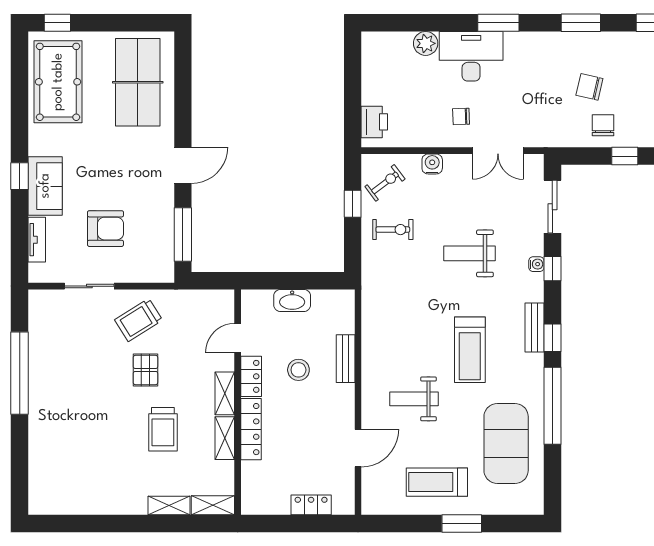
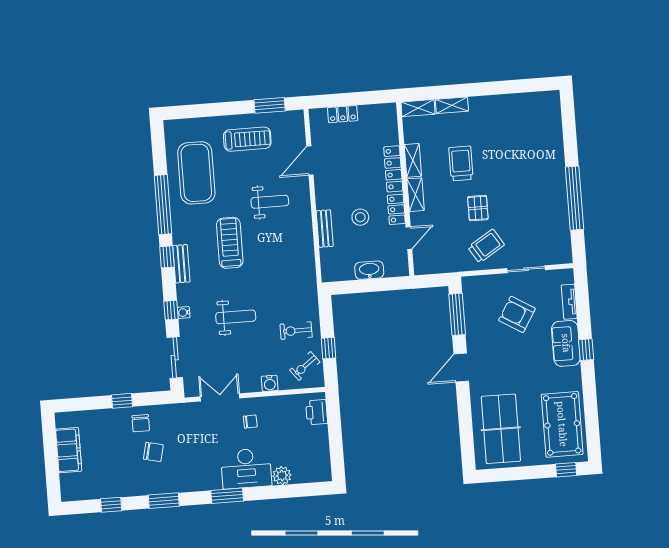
armchair: (105, 229) -> (517, 314), turned 31
window: (462, 524) -> (270, 105), moved

